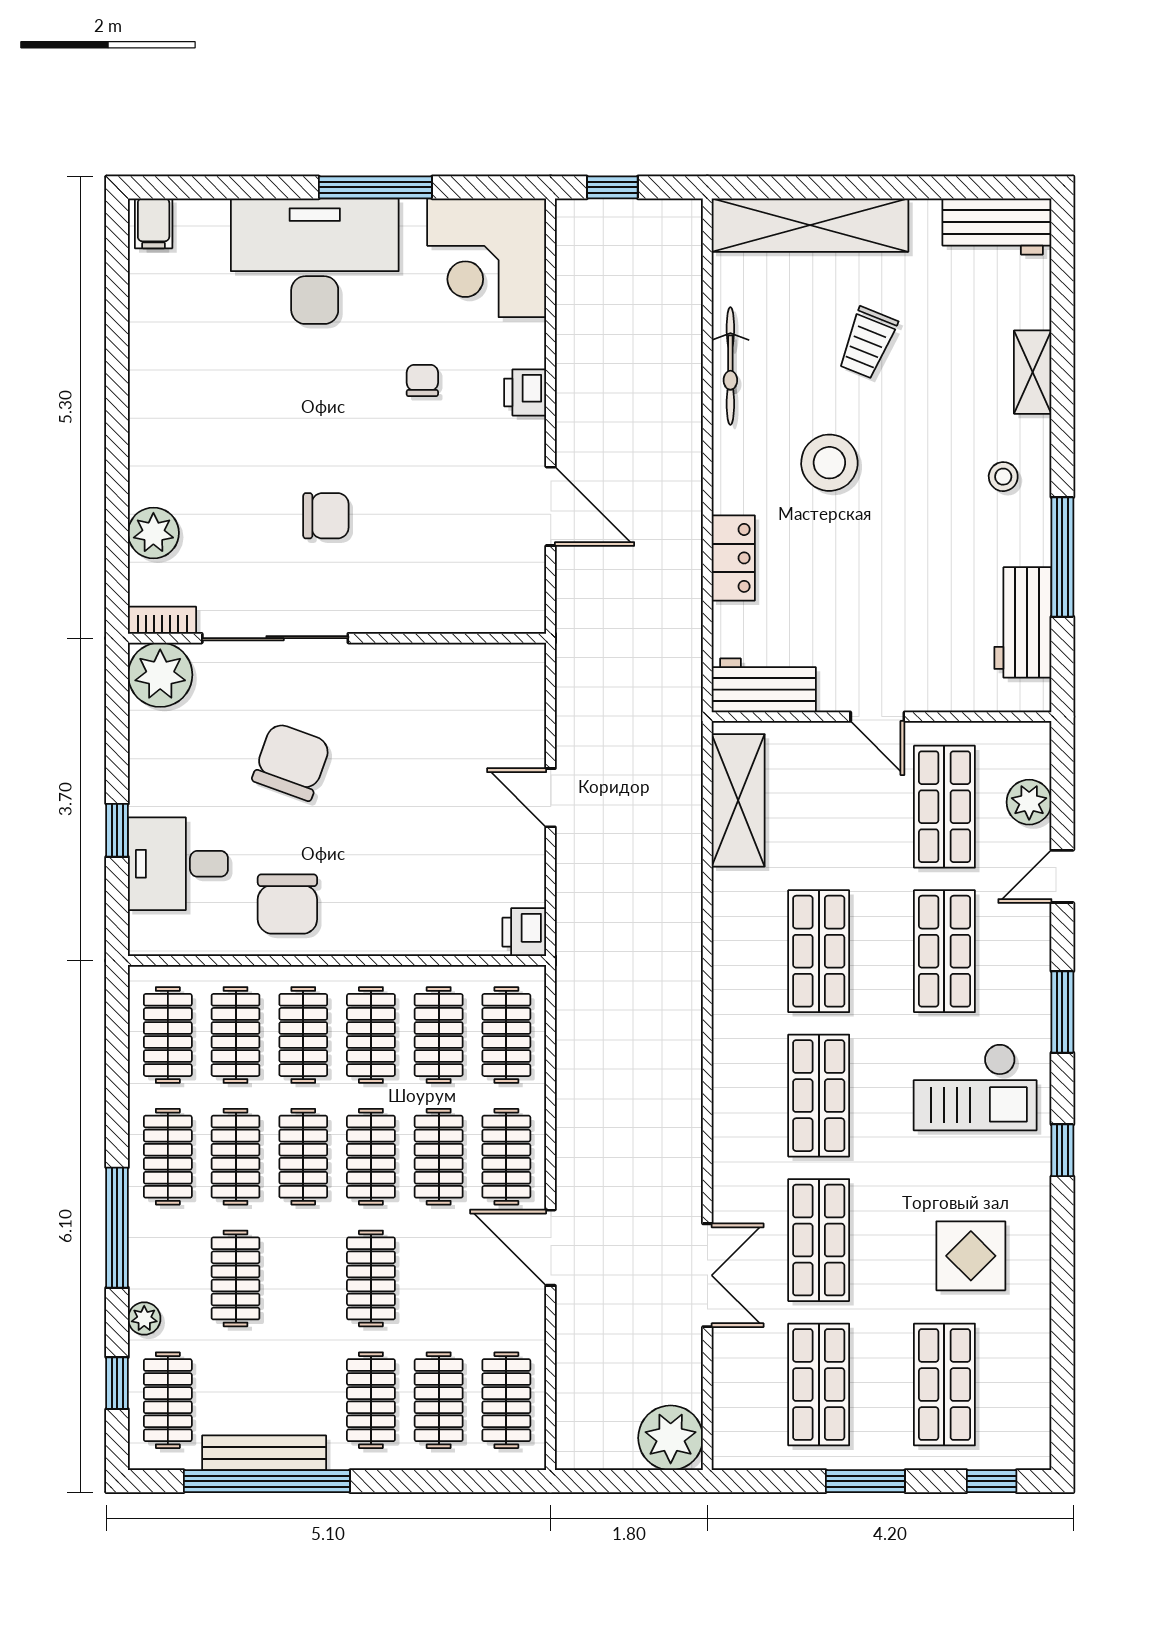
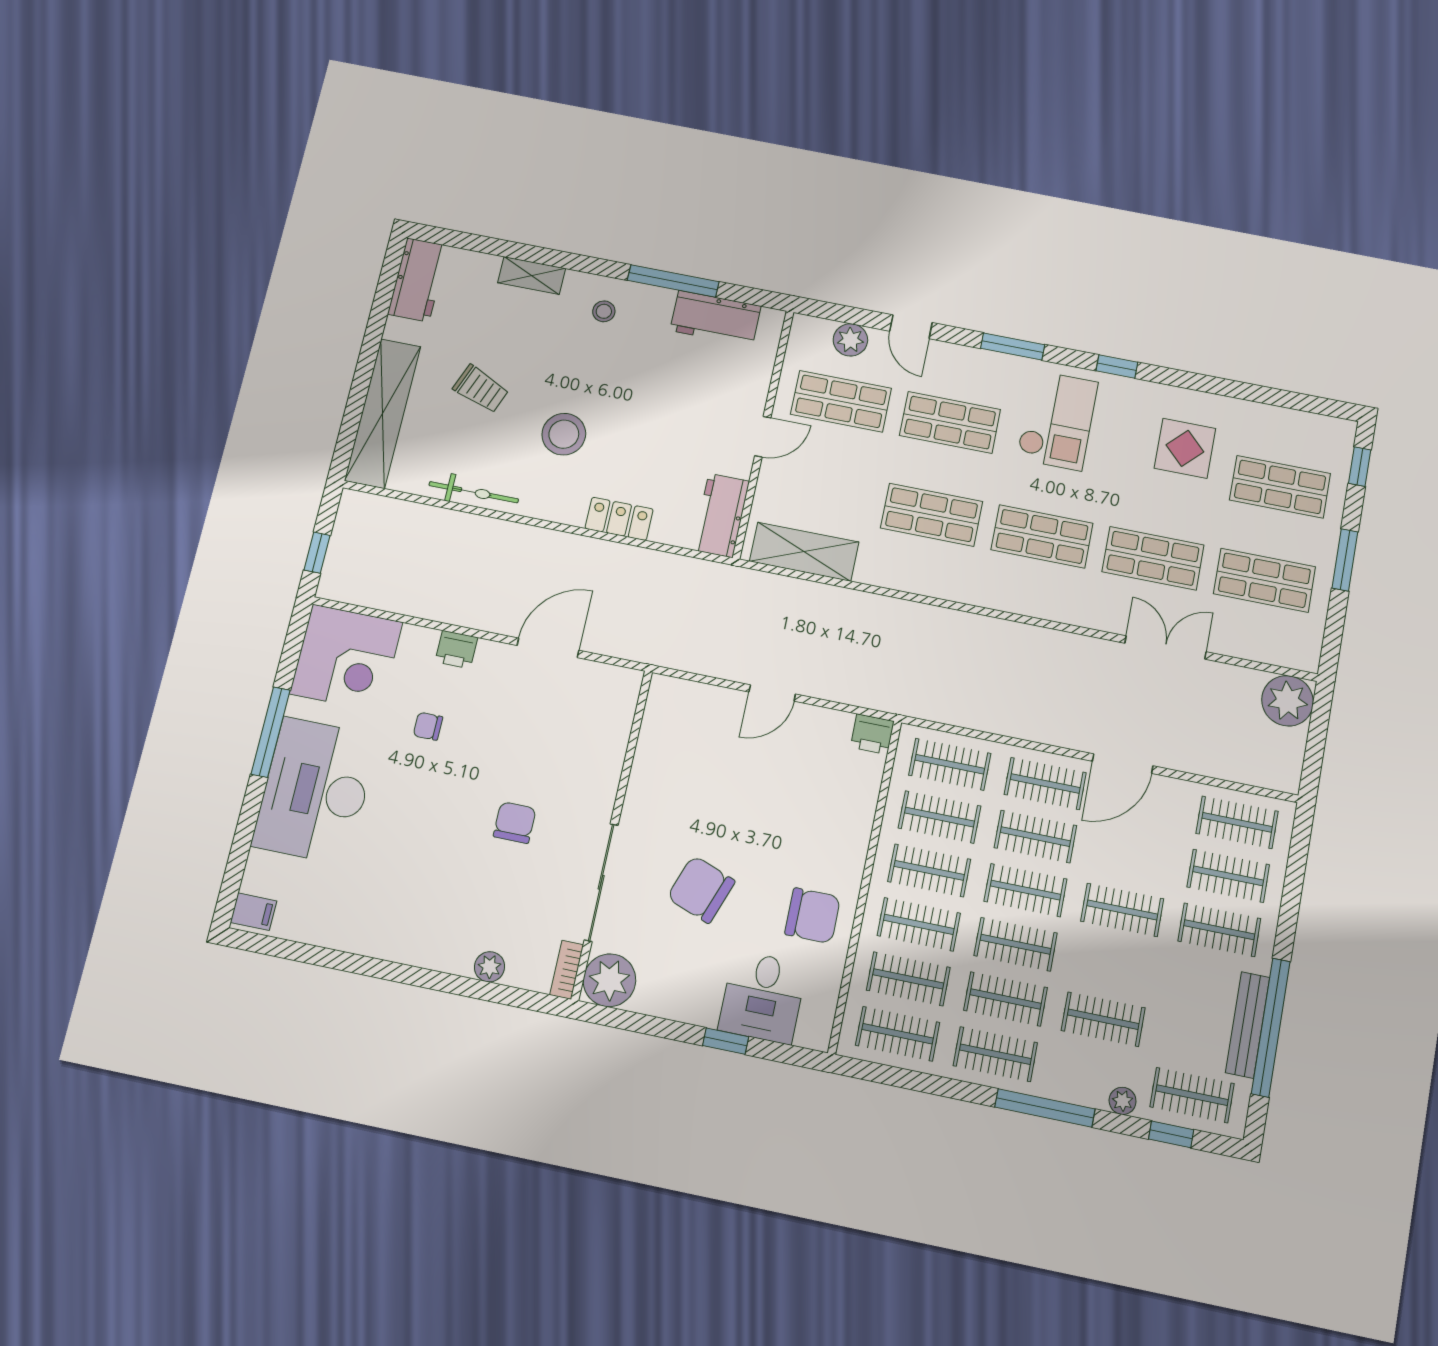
plant: (153, 533) -> (489, 967), width x0.73, depth x0.73

